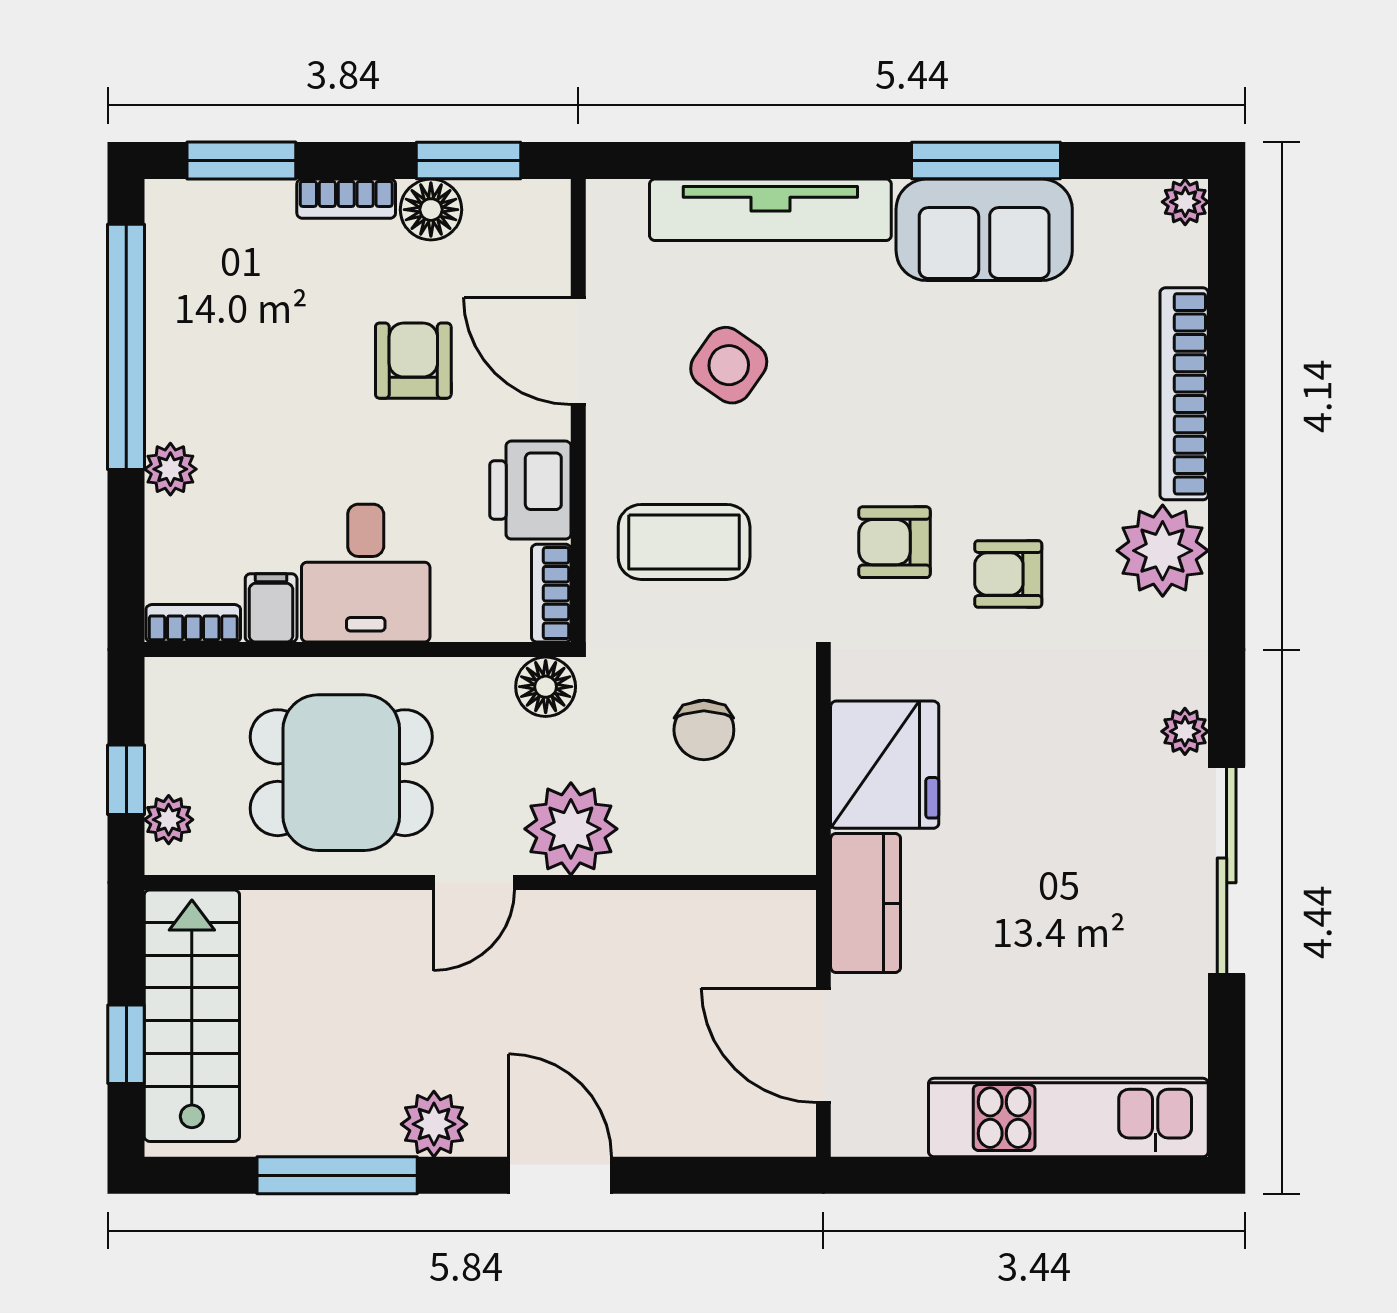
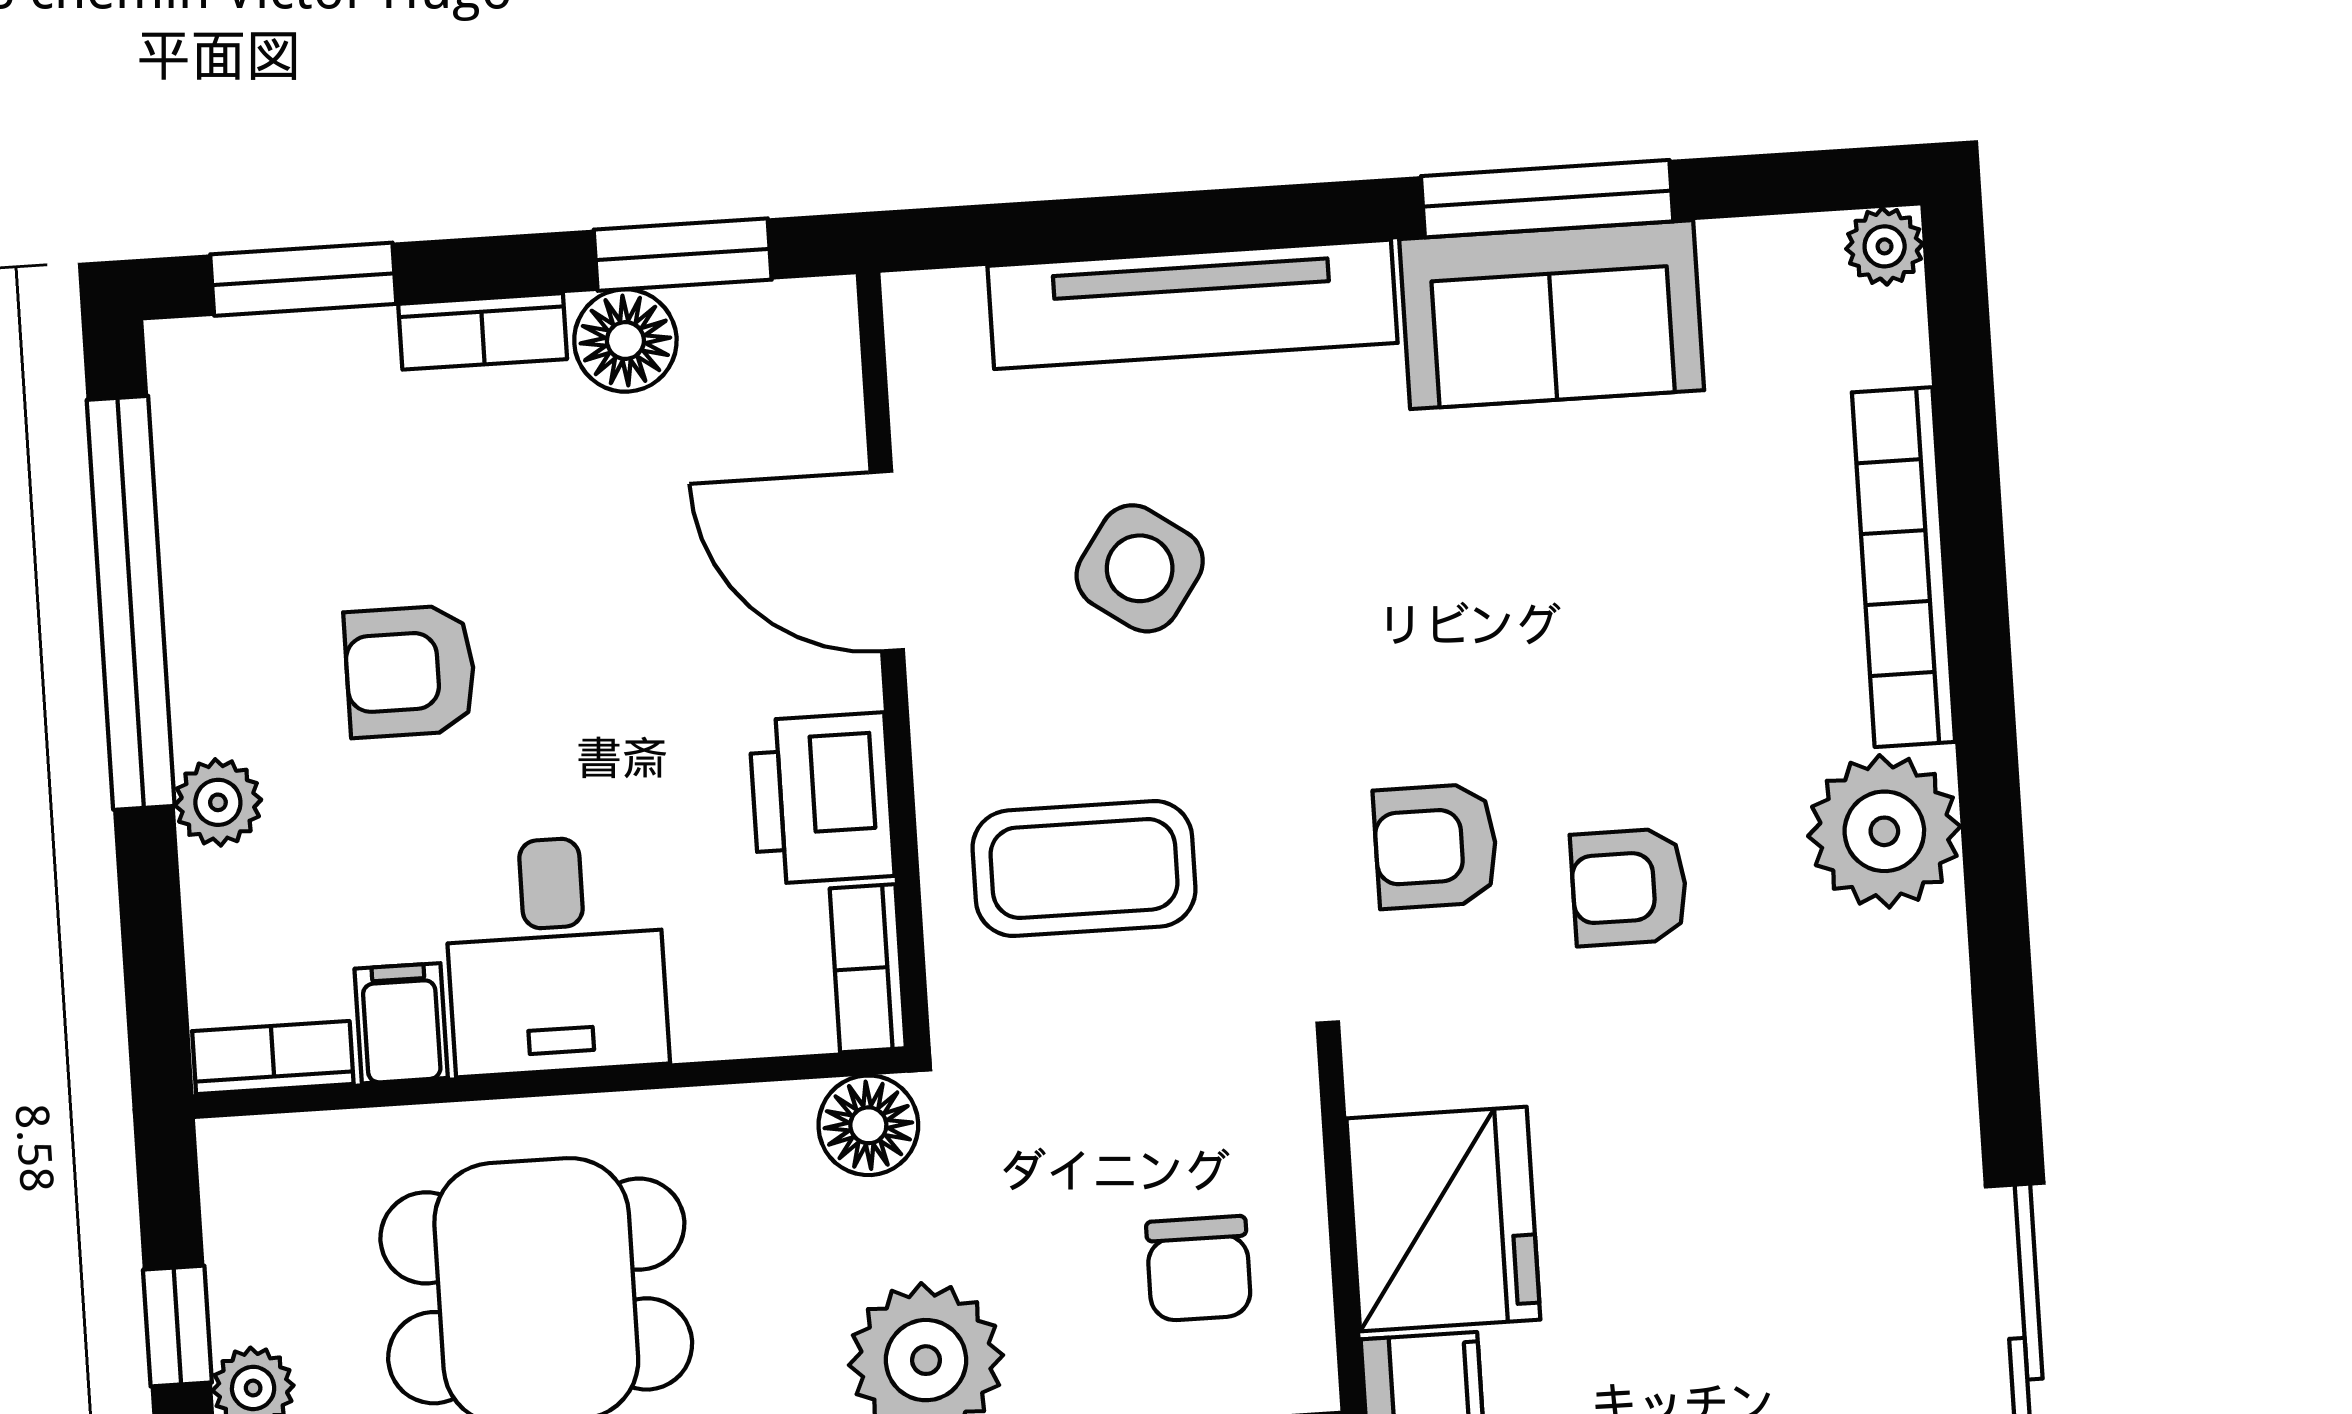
armchair: (413, 361) -> (410, 671), moved, turned -90
chair: (704, 730) -> (1199, 1269), moved
plant: (1185, 731) -> (1941, 1131), removed

